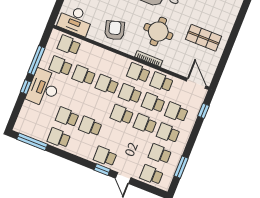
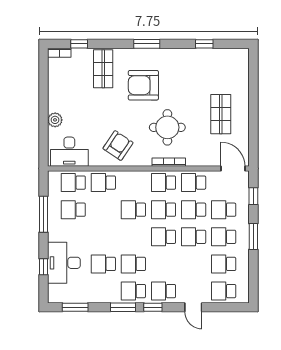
armchair: (115, 30) -> (118, 146), turned 50
shop shelf: (203, 38) -> (221, 114), turned 90
school desk: (84, 75) -> (103, 183), moved
window: (26, 87) -> (44, 267), moved
desk: (44, 88) -> (64, 263), moved
school desk: (59, 138) -> (133, 291), moved
window: (32, 142) -> (75, 307), width x0.69
window: (69, 156) -> (123, 307), added
window: (181, 167) -> (253, 236), moved
window: (102, 170) -> (153, 307), moved

